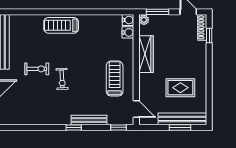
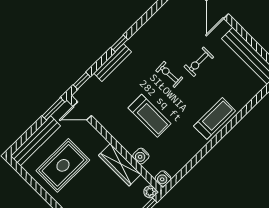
water cooler: (128, 32) -> (141, 156), moved
treadmill: (115, 79) -> (149, 116), moved
rug: (180, 88) -> (63, 165), width x1.36, depth x1.43
window: (180, 127) -> (53, 109), moved

